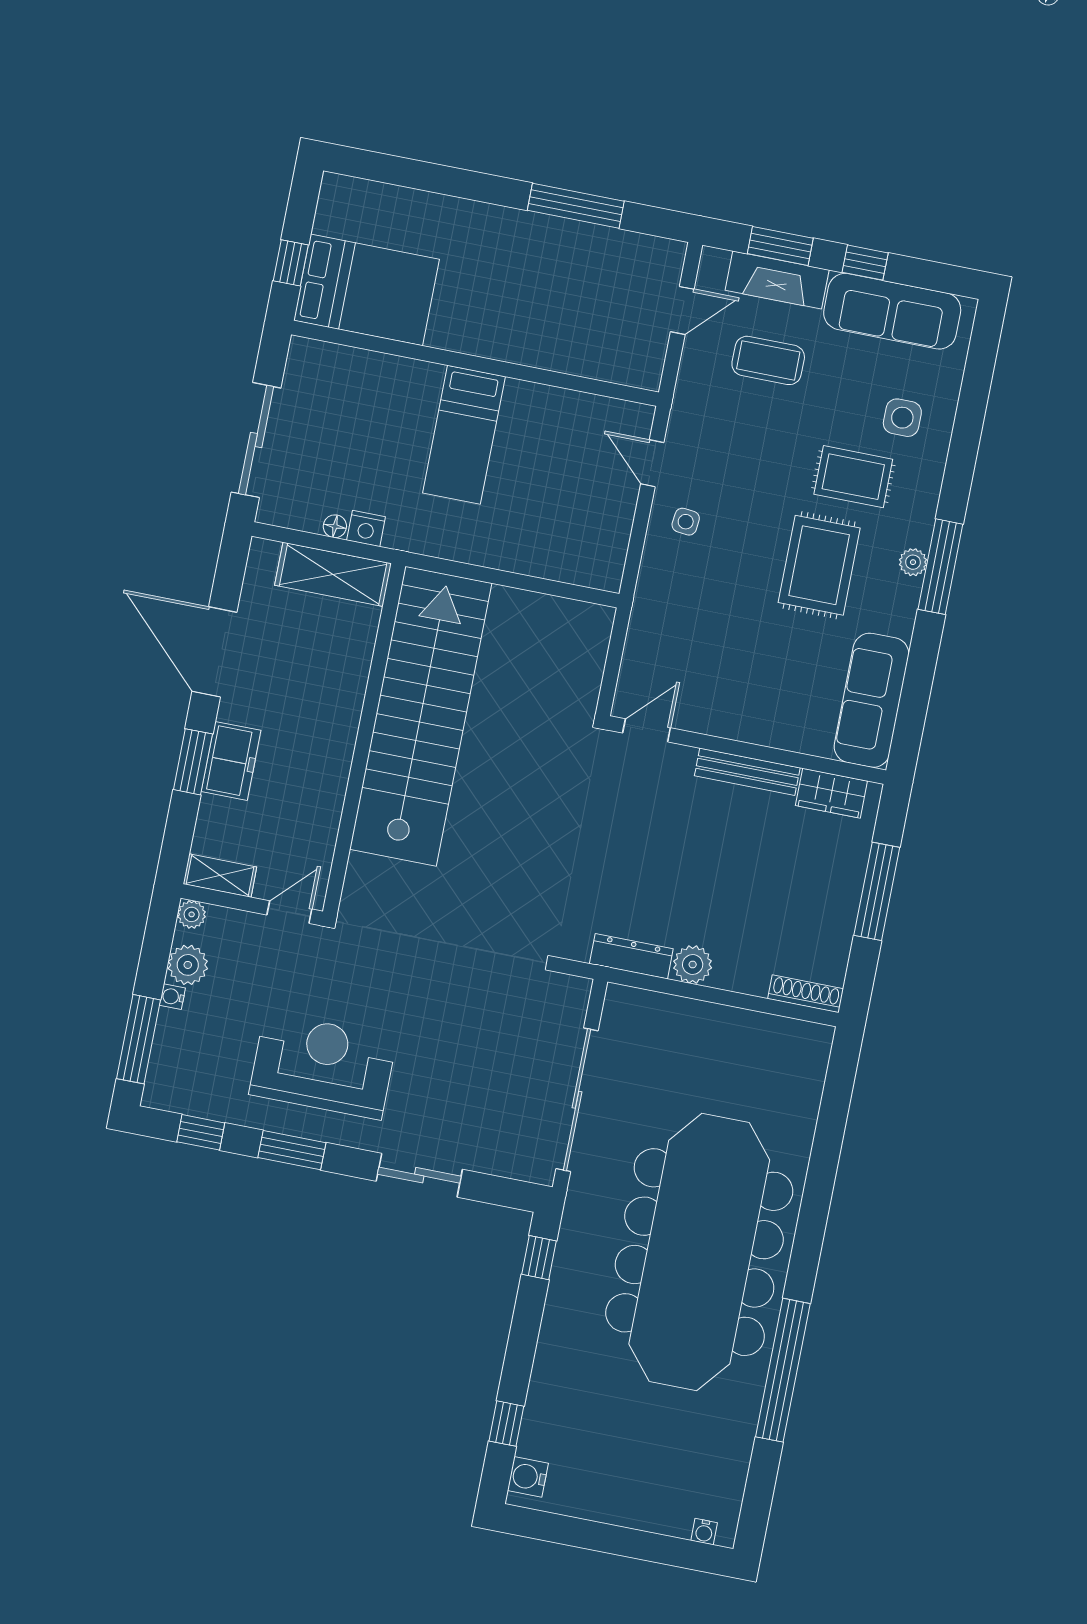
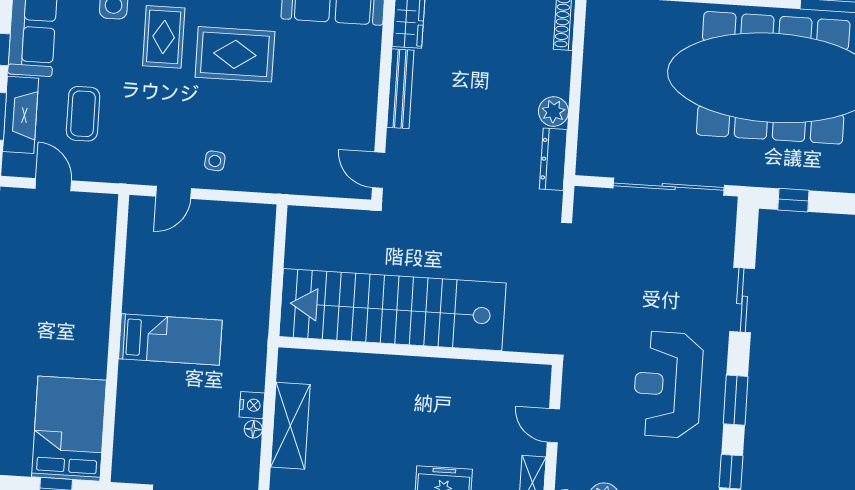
stairs: (421, 716) -> (393, 310), moved
wall: (364, 739) -> (415, 351), moved

